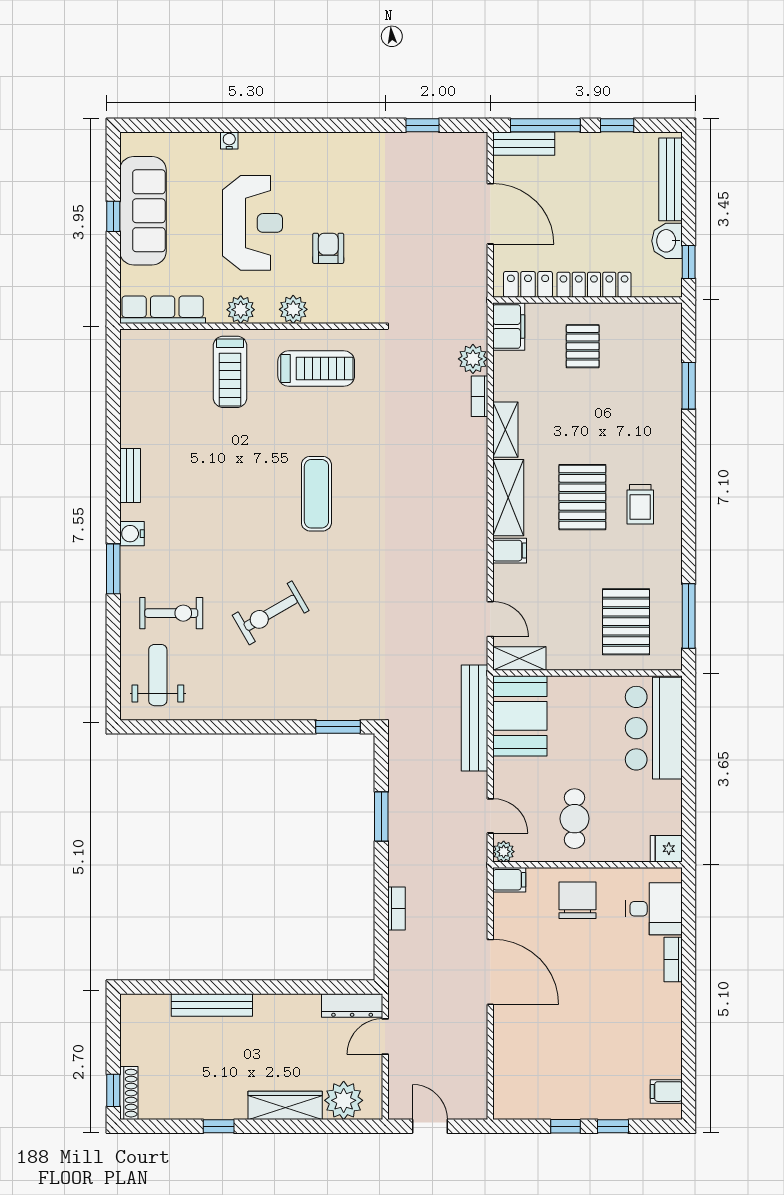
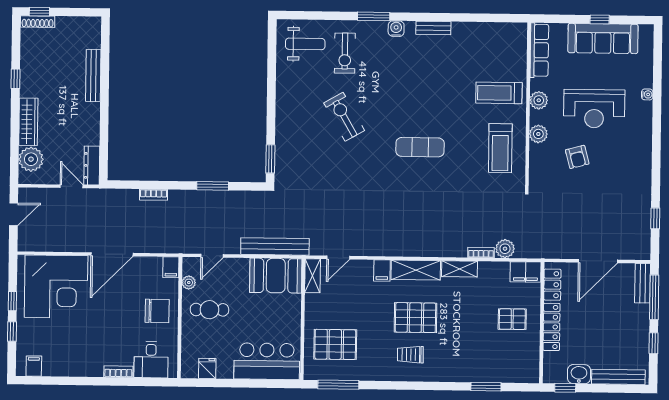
armchair: (328, 248) -> (577, 157), turned 75
fridge: (666, 849) -> (207, 368), moved
plant: (504, 852) -> (189, 283), moved
corner desk: (542, 1059) -> (56, 287), added

